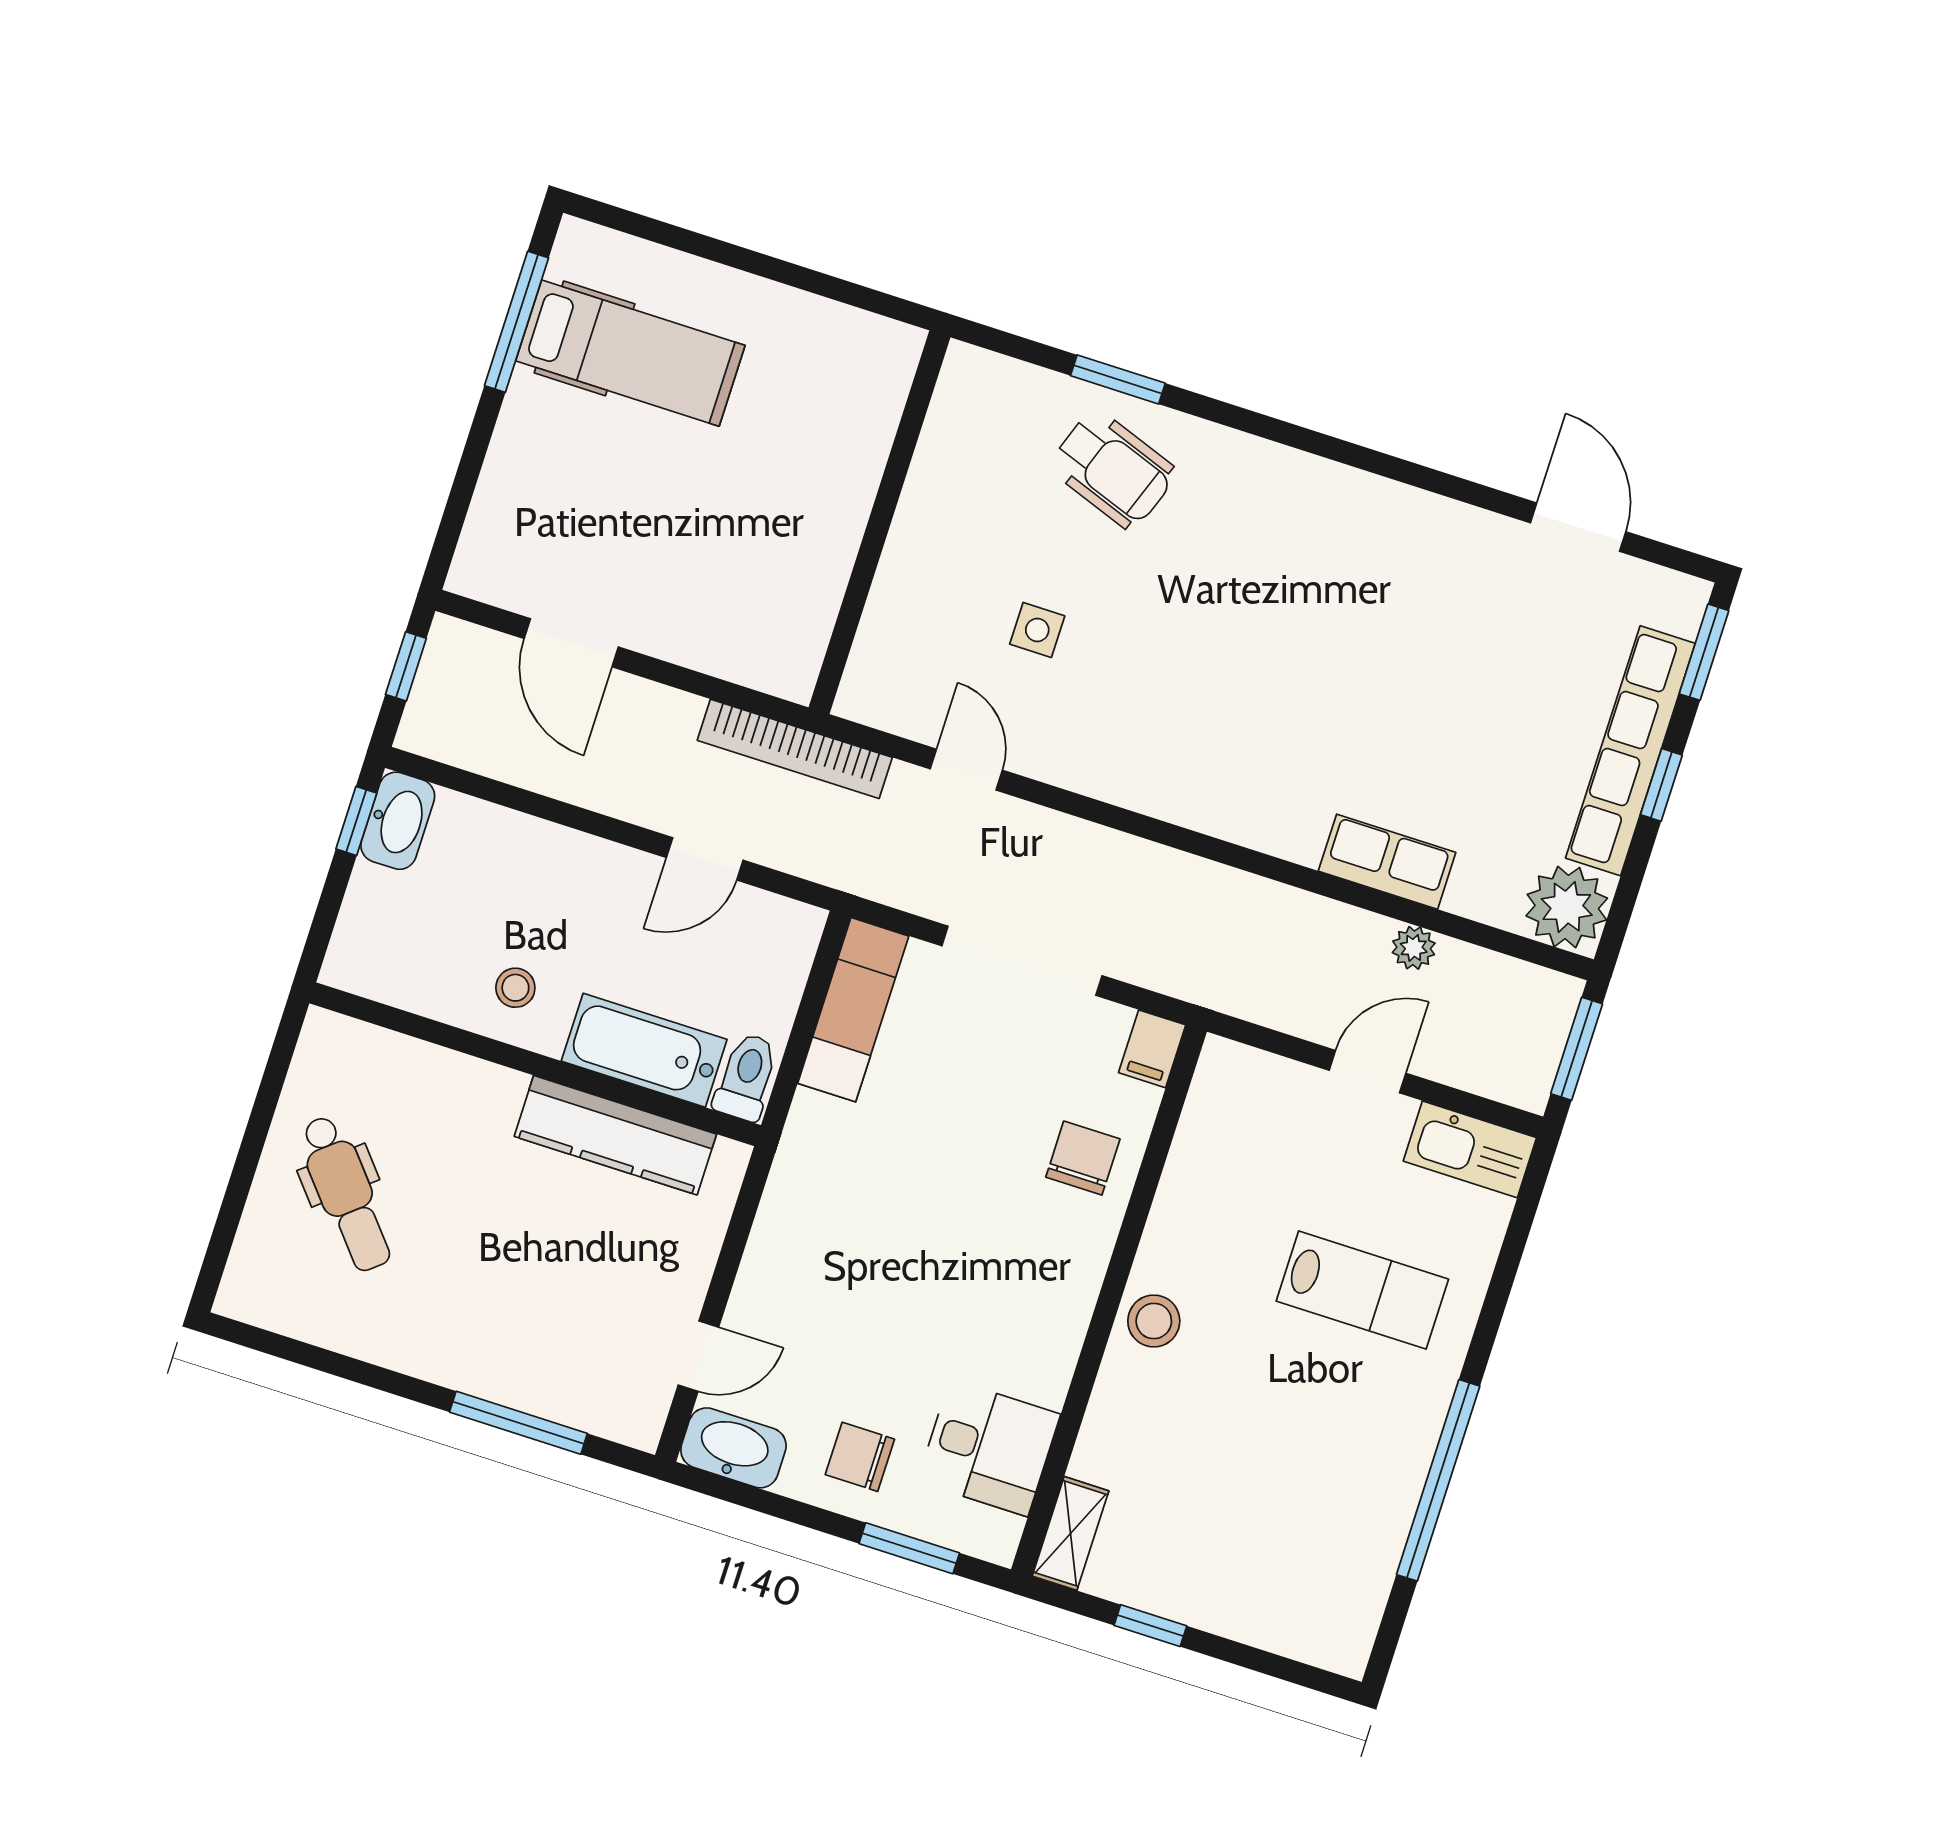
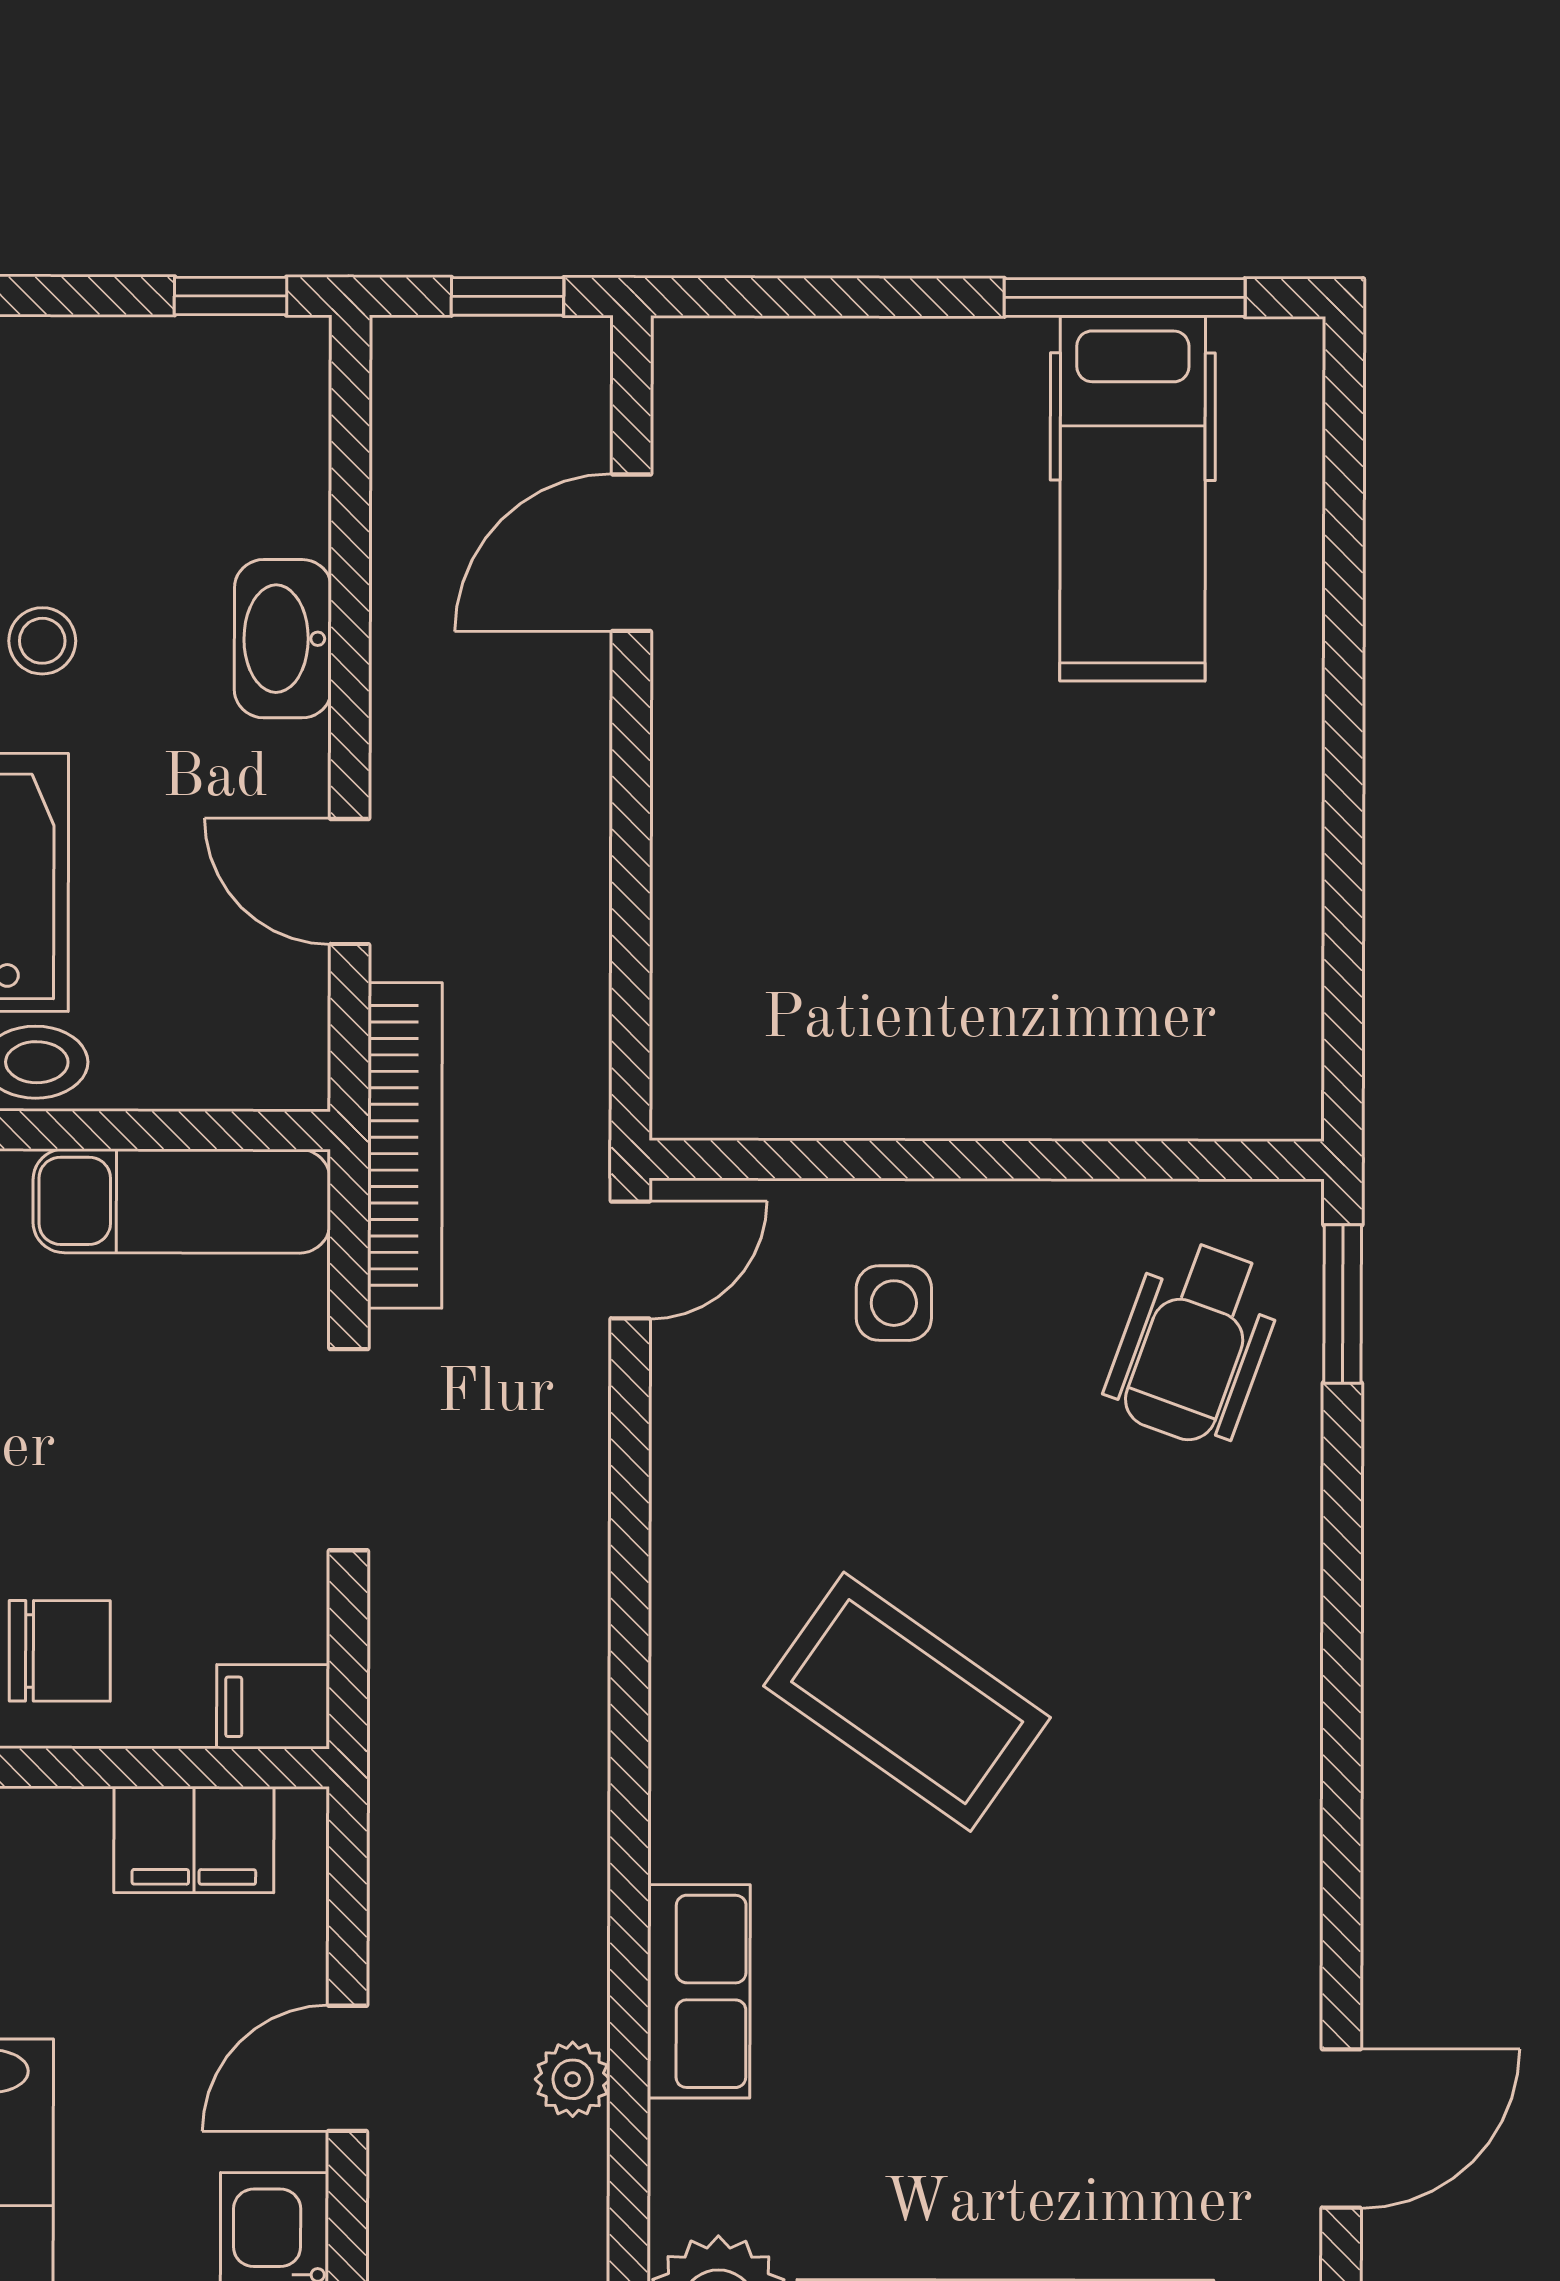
wall: (879, 522) -> (987, 1160), moved
coffee table: (1262, 694) -> (907, 1702), added
bookcase: (795, 749) -> (405, 1145), moved, turned 180
washbasin: (398, 821) -> (283, 639), moved, turned 90
doorway: (1022, 961) -> (349, 1450), width x0.73
door: (1367, 1072) -> (348, 2068), swing flipped
filing cabinet: (1212, 1117) -> (194, 1840), added

